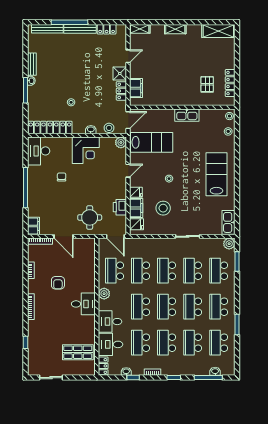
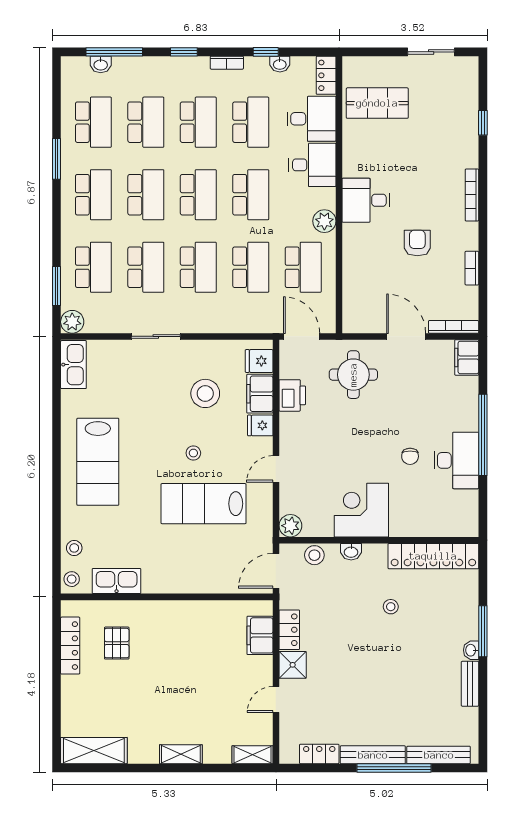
kitchen sink: (187, 115) -> (117, 581), moved
lab bench: (152, 142) -> (204, 504), moved
desk: (39, 151) -> (456, 460), moved

